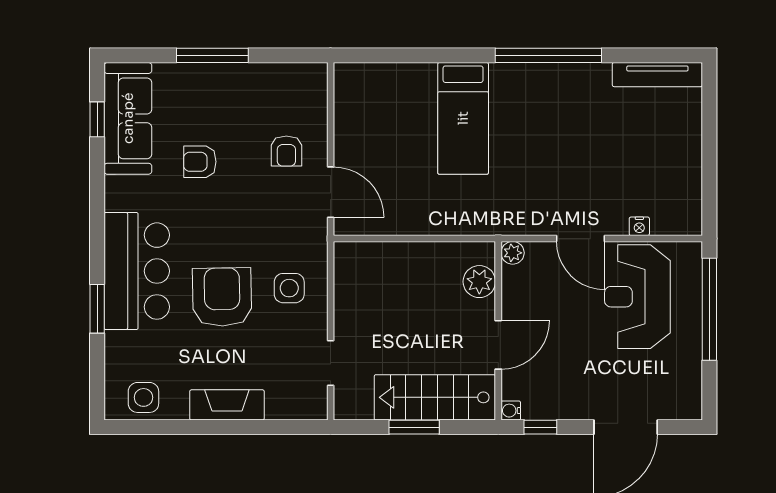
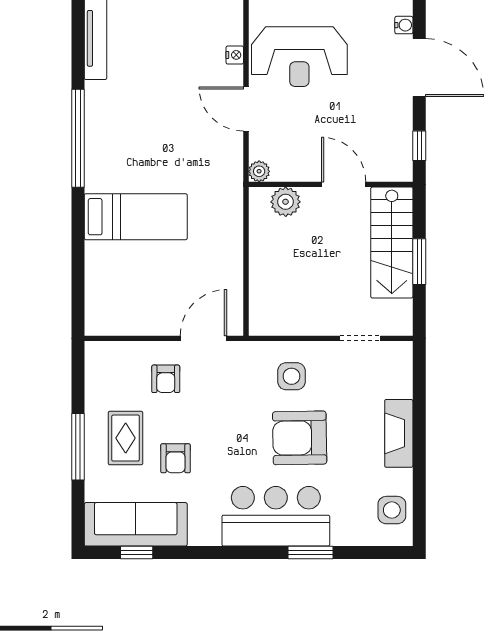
rug: (222, 107) -> (126, 438), added
armchair: (286, 151) -> (166, 379), turned 90
door: (580, 239) -> (246, 109), swing flipped
water cooler: (511, 411) -> (404, 25), moved, turned -90

